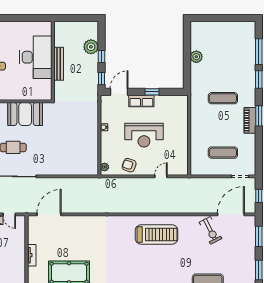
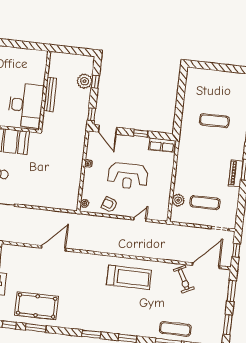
desk: (36, 57) -> (26, 105), moved
window: (101, 57) -> (95, 82), moved
plant: (196, 57) -> (178, 200), moved
door: (119, 92) -> (108, 130), swing flipped
exercise mat: (223, 98) -> (214, 121), moved
row of seats: (141, 101) -> (162, 145), moved
door: (49, 214) -> (53, 248), moved

